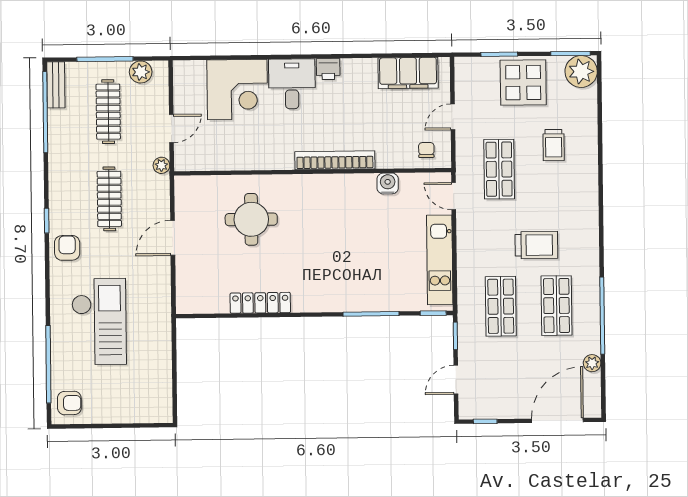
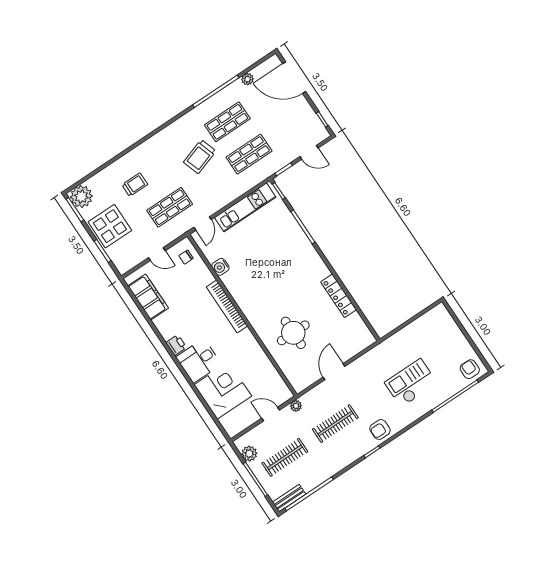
door: (173, 238) -> (334, 372), swing flipped
trolley: (536, 245) -> (200, 157), turned -108
checkout: (99, 322) -> (411, 383), width x0.73, depth x0.83

